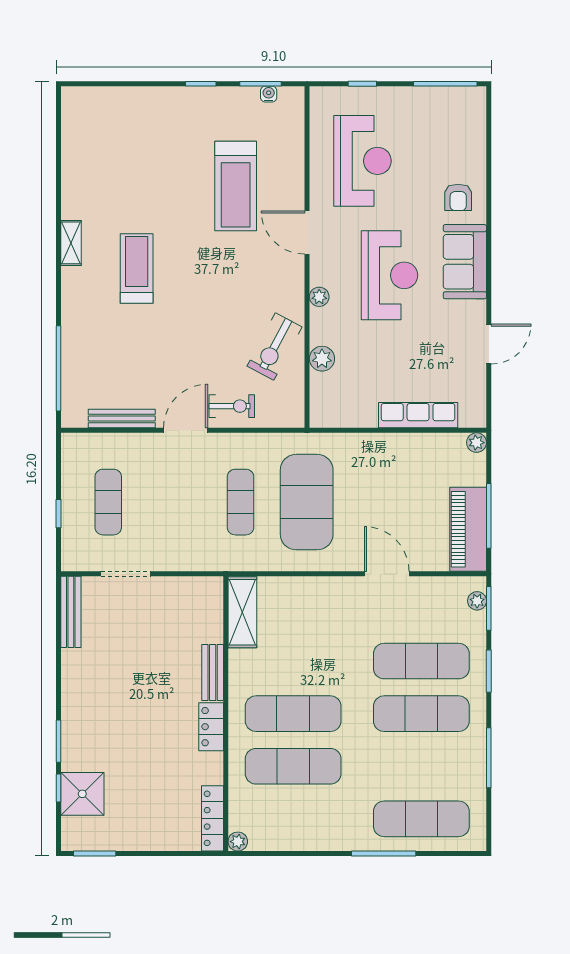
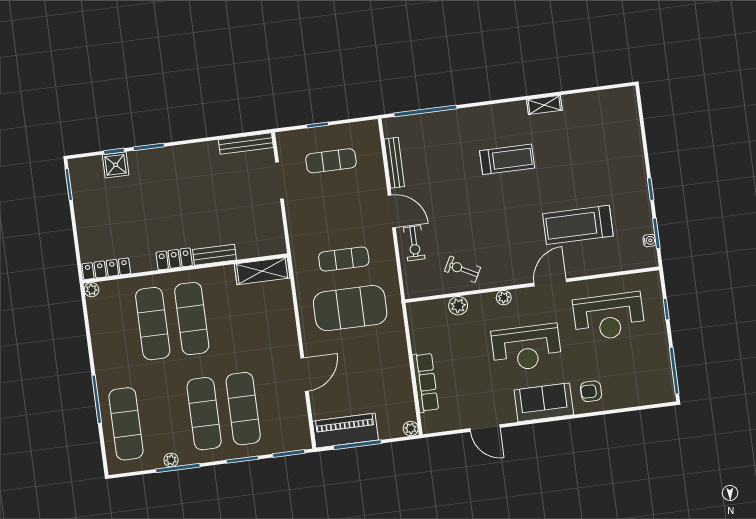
shelving: (71, 243) -> (544, 105), moved
exercise bike: (275, 347) -> (463, 269), width x0.73, depth x0.72
plant: (477, 601) -> (171, 460), moved
shower: (82, 794) -> (116, 165), width x0.73, depth x0.73

